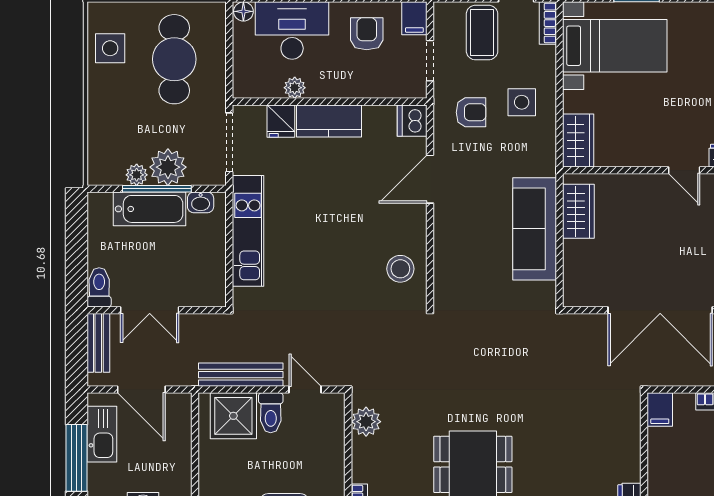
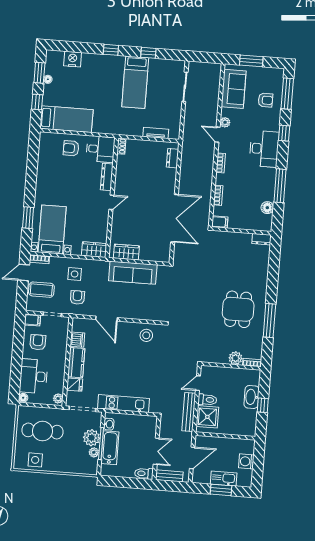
armchair: (367, 34) -> (38, 342), turned 90
plant: (295, 88) -> (58, 399), moved
dishwasher: (412, 121) -> (77, 340), moved, turned -90
plant: (366, 422) -> (235, 358), moved
kitchen sink: (102, 434) -> (224, 479), moved
window: (77, 458) -> (221, 490), width x0.69

